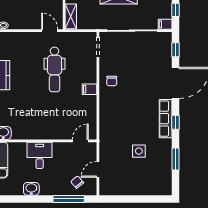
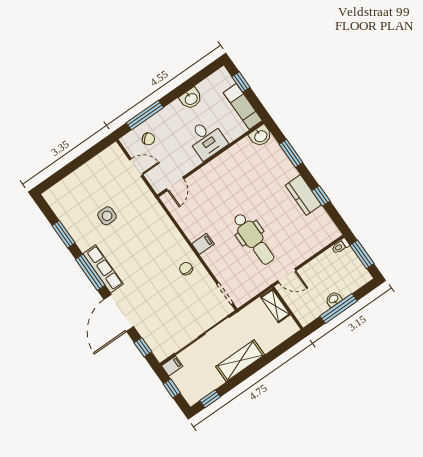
dental chair: (55, 69) -> (254, 239), turned 180
window: (175, 122) -> (90, 272), width x2.17
door: (98, 169) -> (136, 167), hinge flipped

